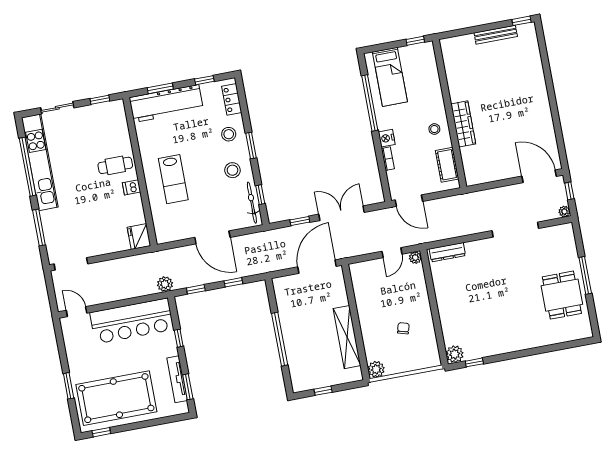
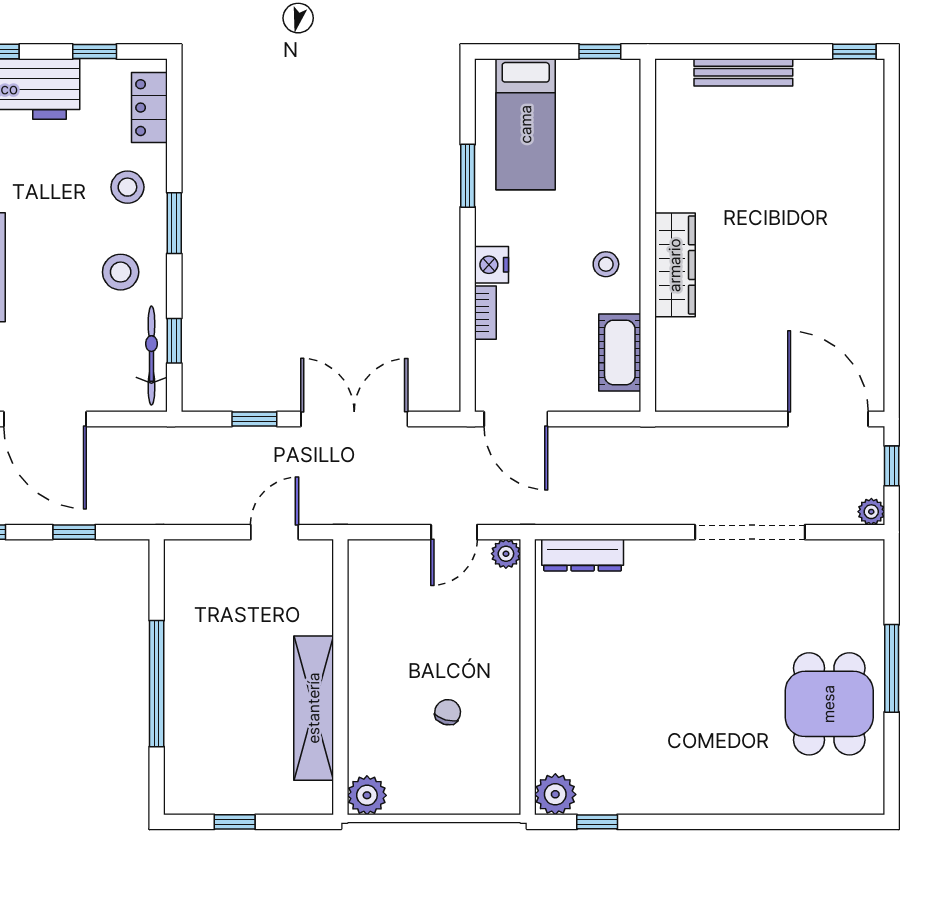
bench: (496, 35) -> (743, 72), moved
window: (370, 103) -> (468, 176), width x0.47
door: (317, 267) -> (275, 532), width x0.53

